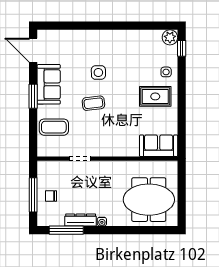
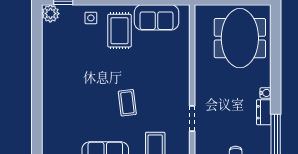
side table: (98, 73) -> (91, 97), removed
sofa: (159, 146) -> (157, 17), moved, turned -90
dresser: (81, 220) -> (264, 112), width x0.70

